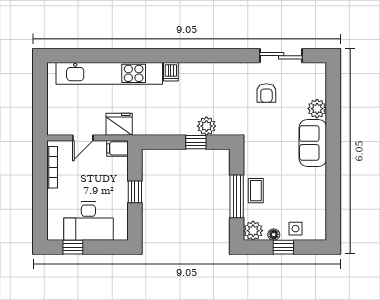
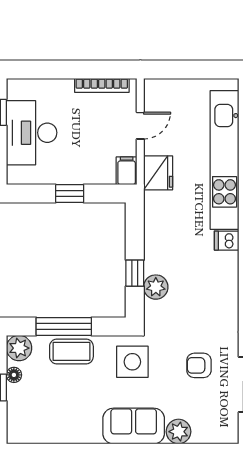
door: (83, 138) -> (140, 126), swing flipped
coffee table: (256, 191) -> (71, 351), width x1.36, depth x1.30
side table: (296, 229) -> (132, 362), moved, width x1.87, depth x1.87

